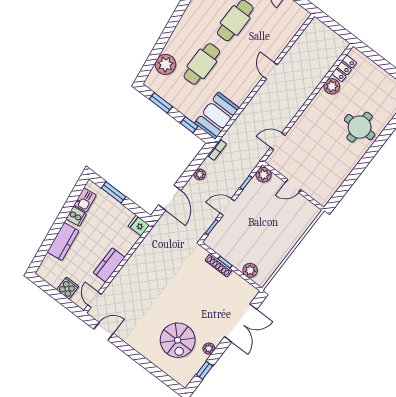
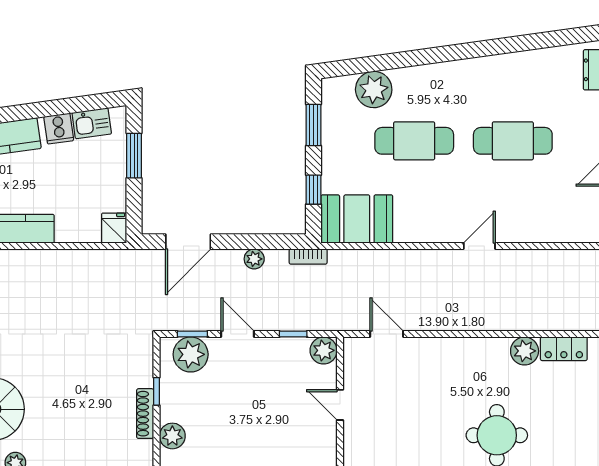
plant: (220, 235) -> (191, 354), added
shoe rack: (219, 265) -> (145, 414), moved

